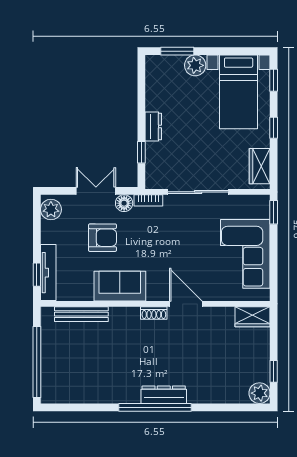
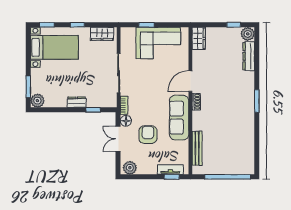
plant: (195, 65) -> (37, 101), moved
window: (274, 212) -> (147, 25), moved
tv unit: (48, 273) -> (170, 170), width x0.71
sofa: (120, 286) -> (179, 118), width x1.36
dresser: (164, 395) -> (249, 56), moved
window: (155, 407) -> (257, 101), width x0.47

